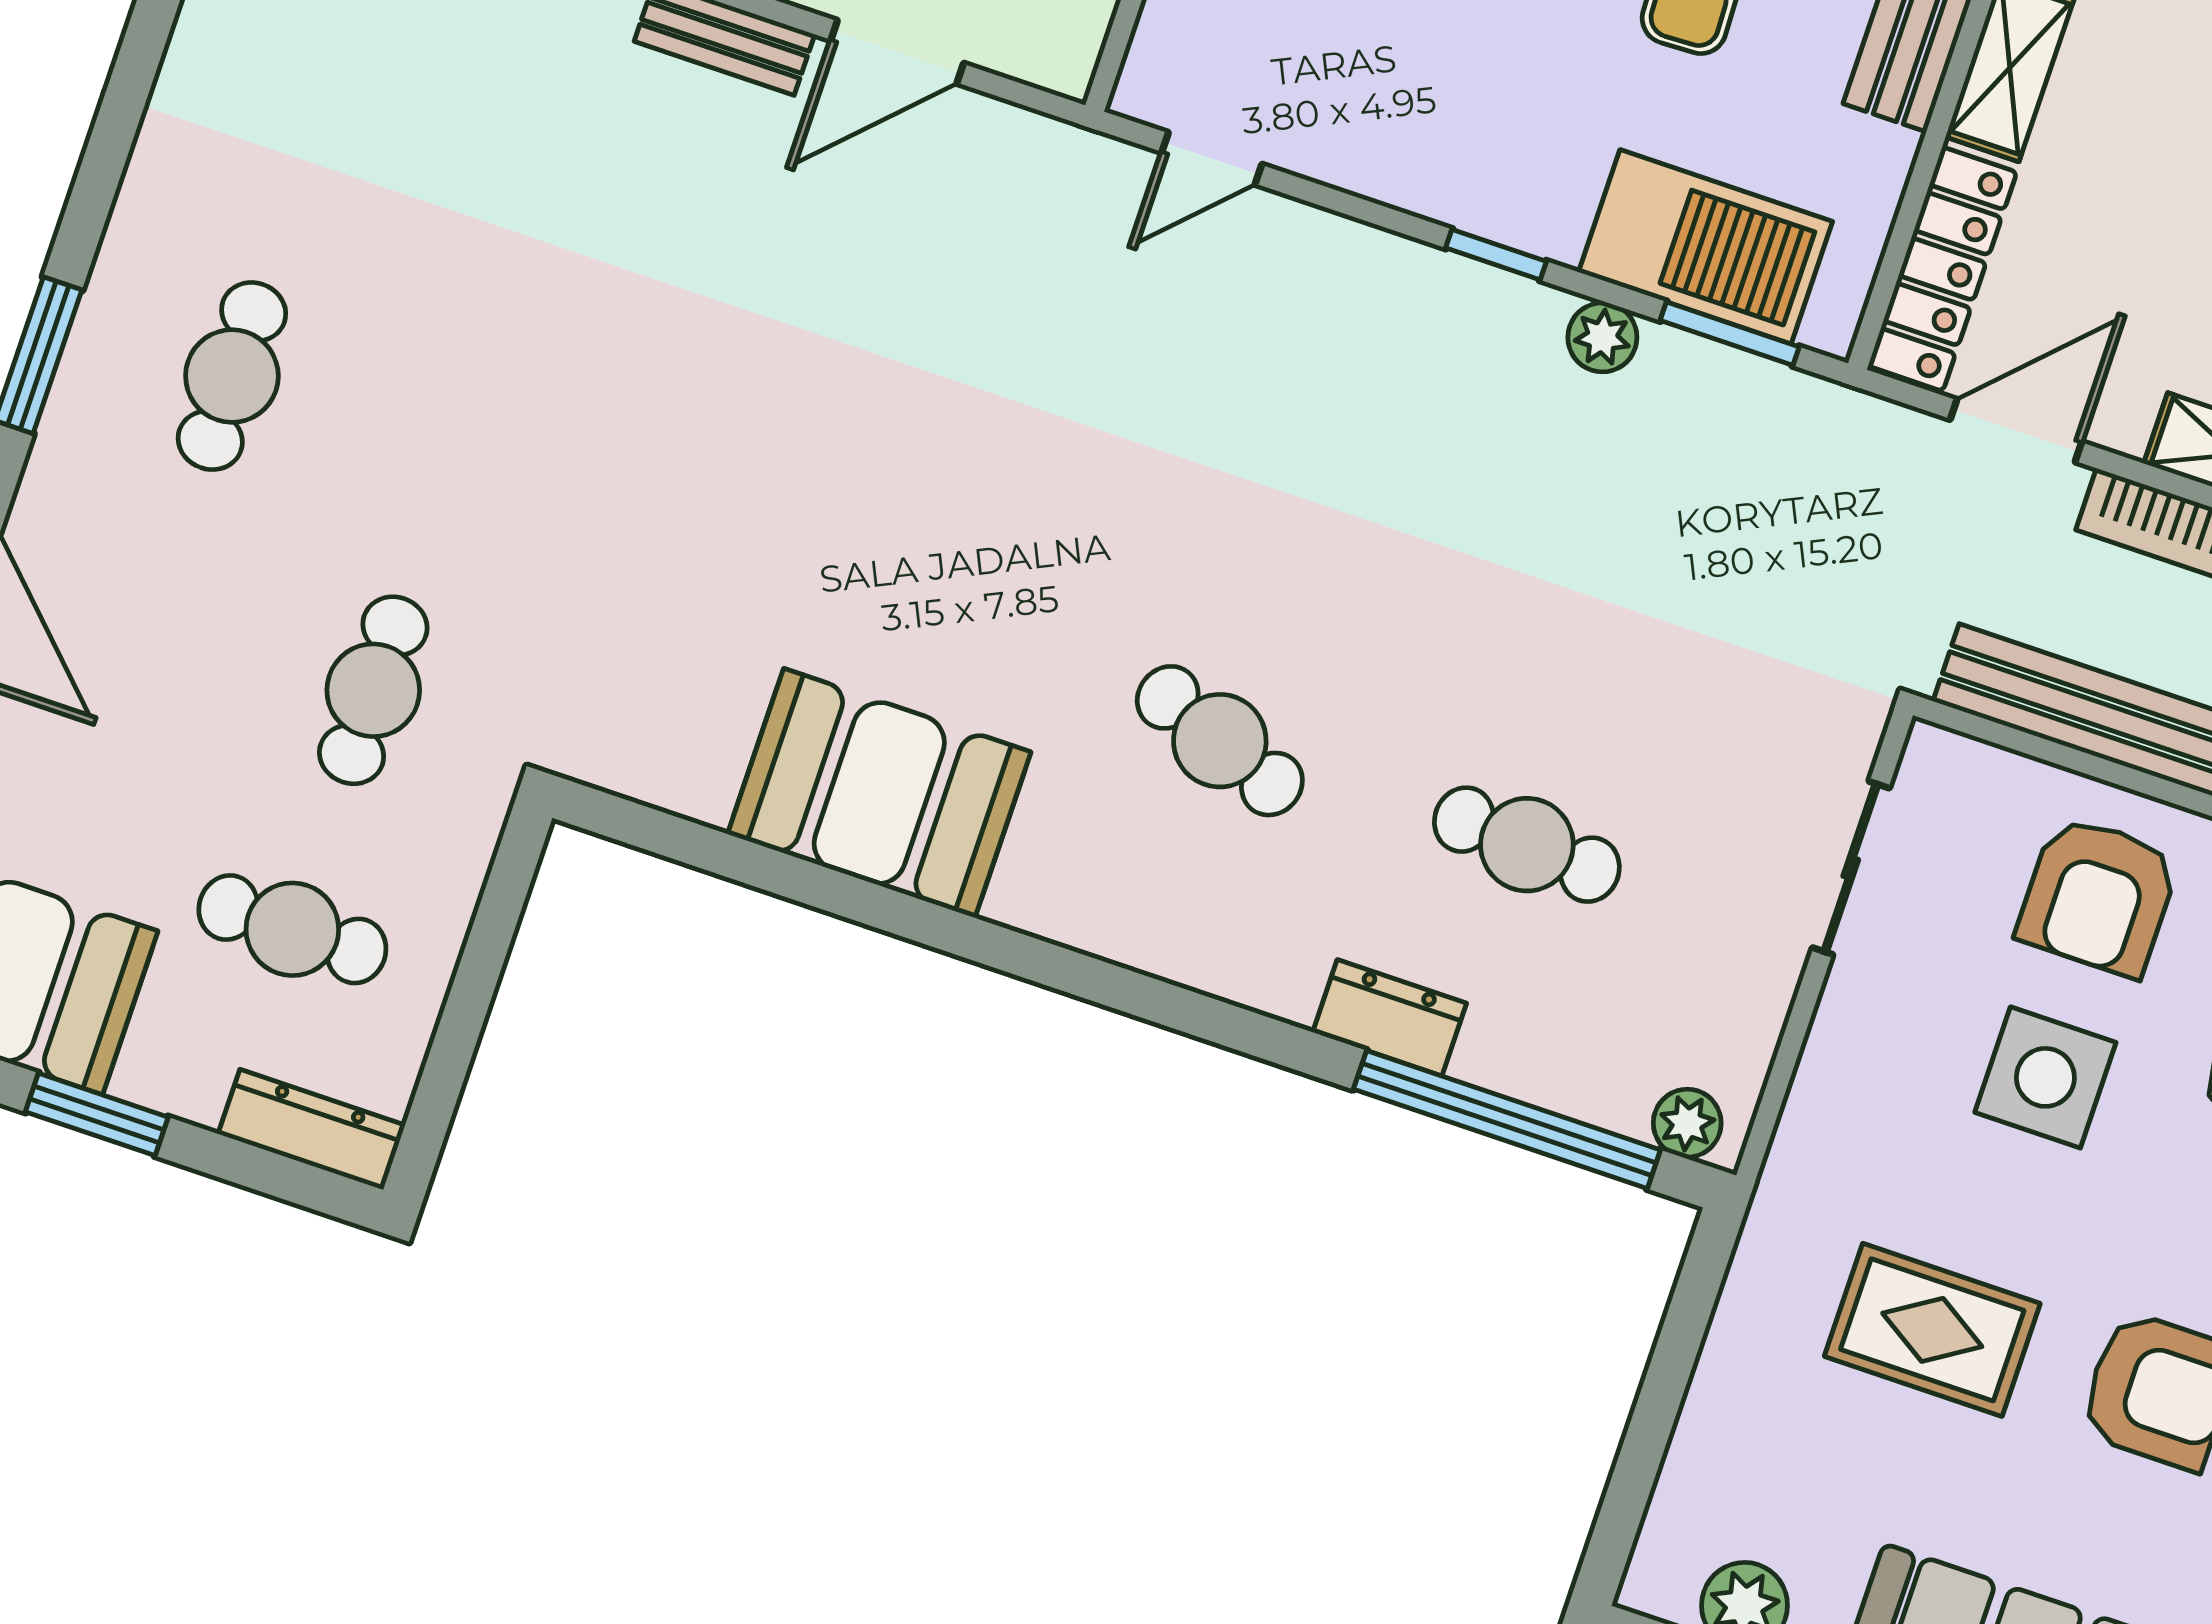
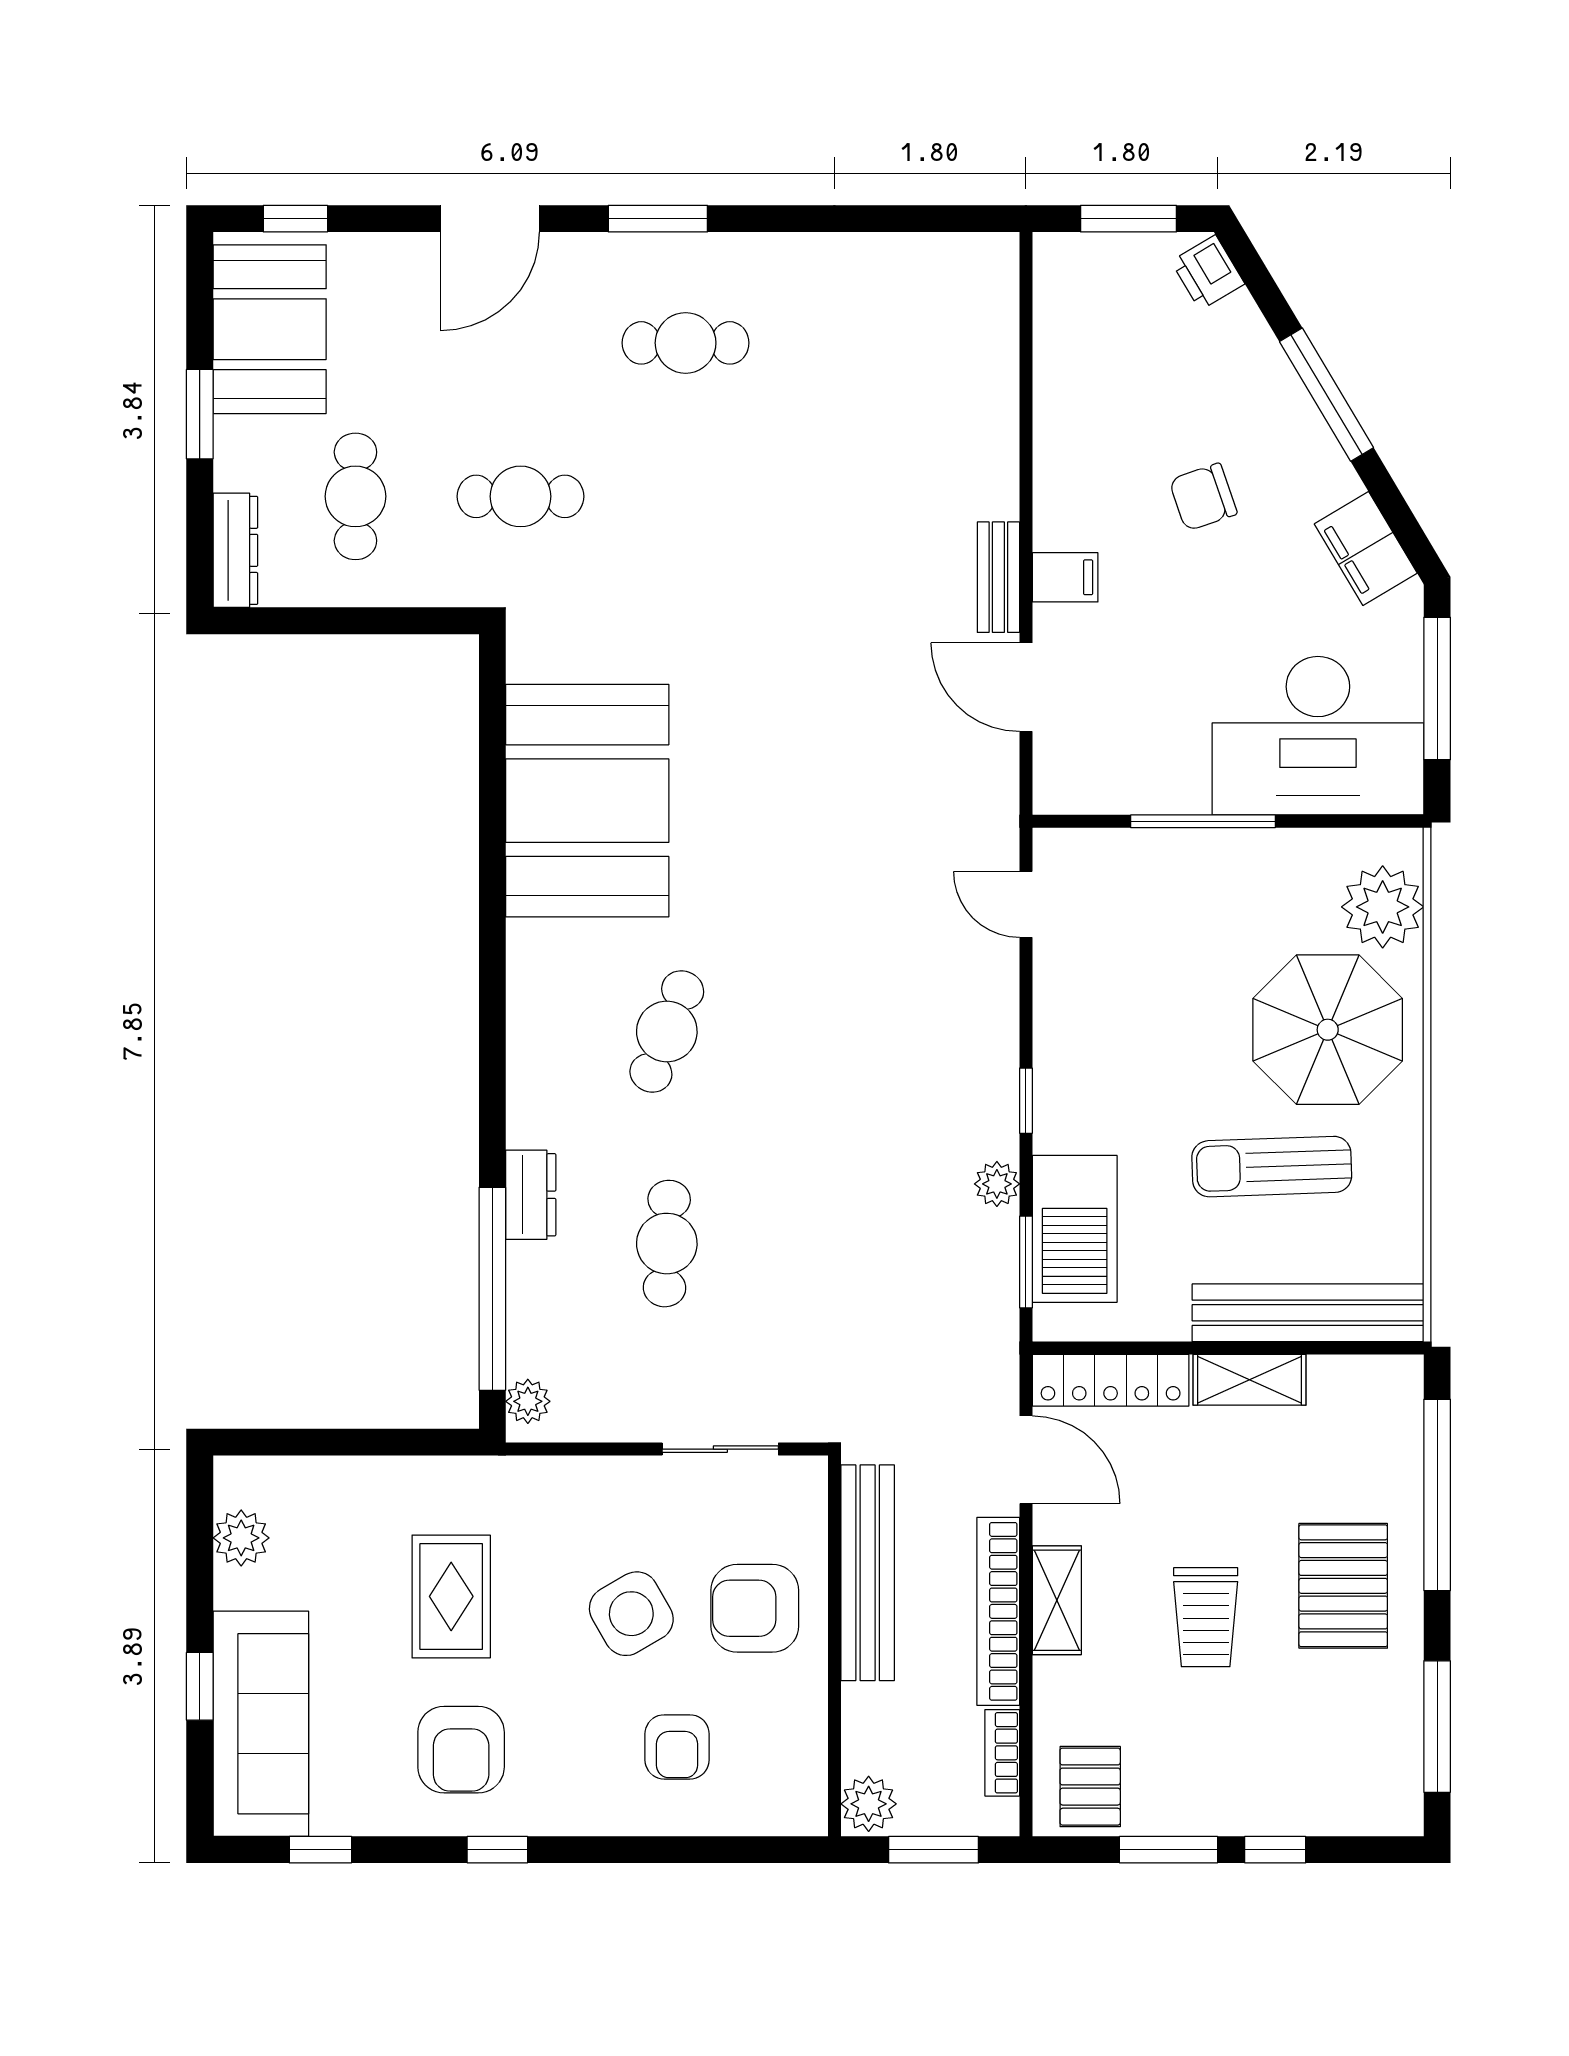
booth: (879, 793) -> (587, 801), width x1.36, depth x1.42
side table: (2045, 1077) -> (631, 1614), turned -30

